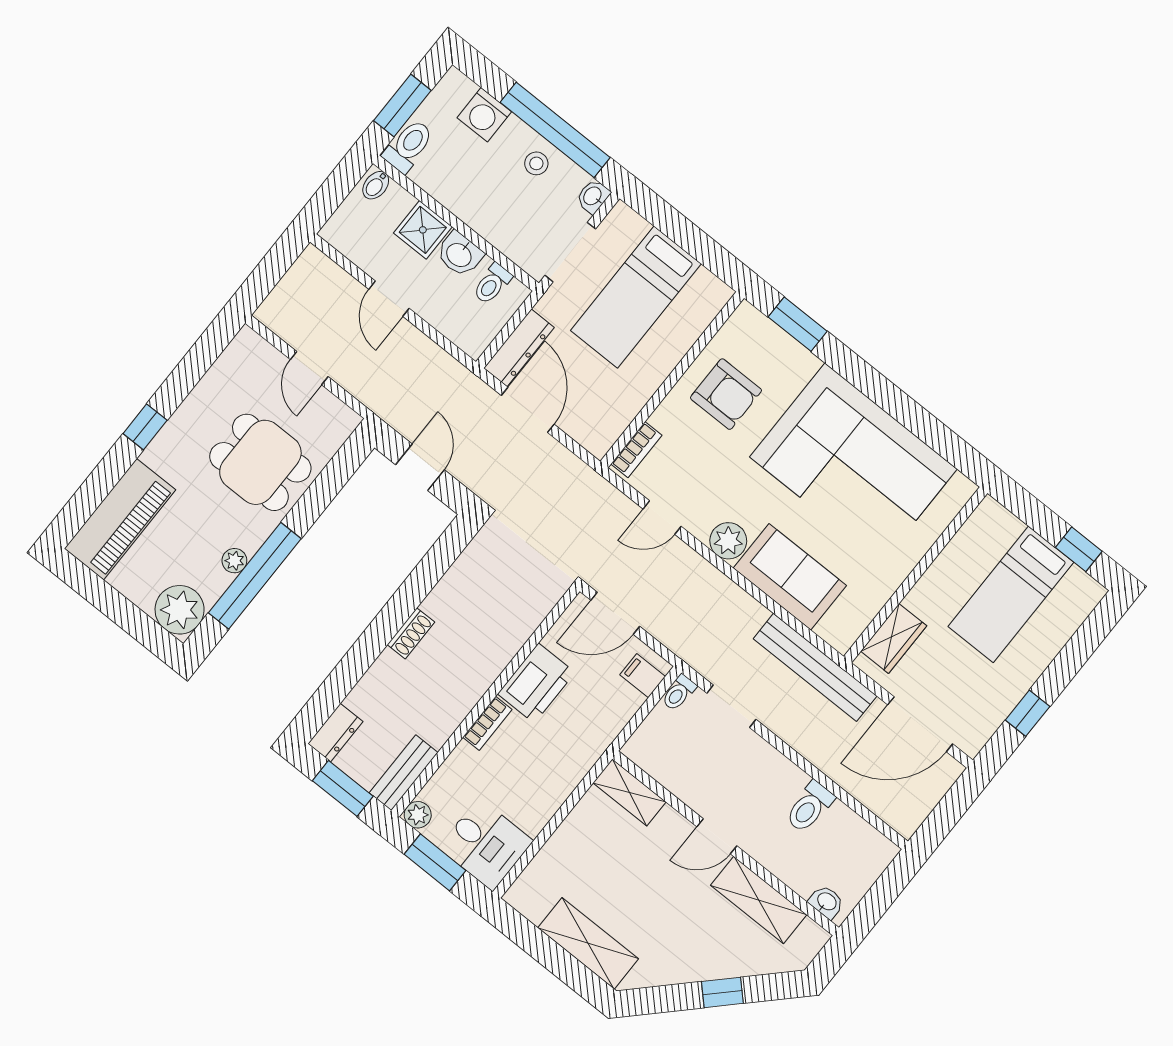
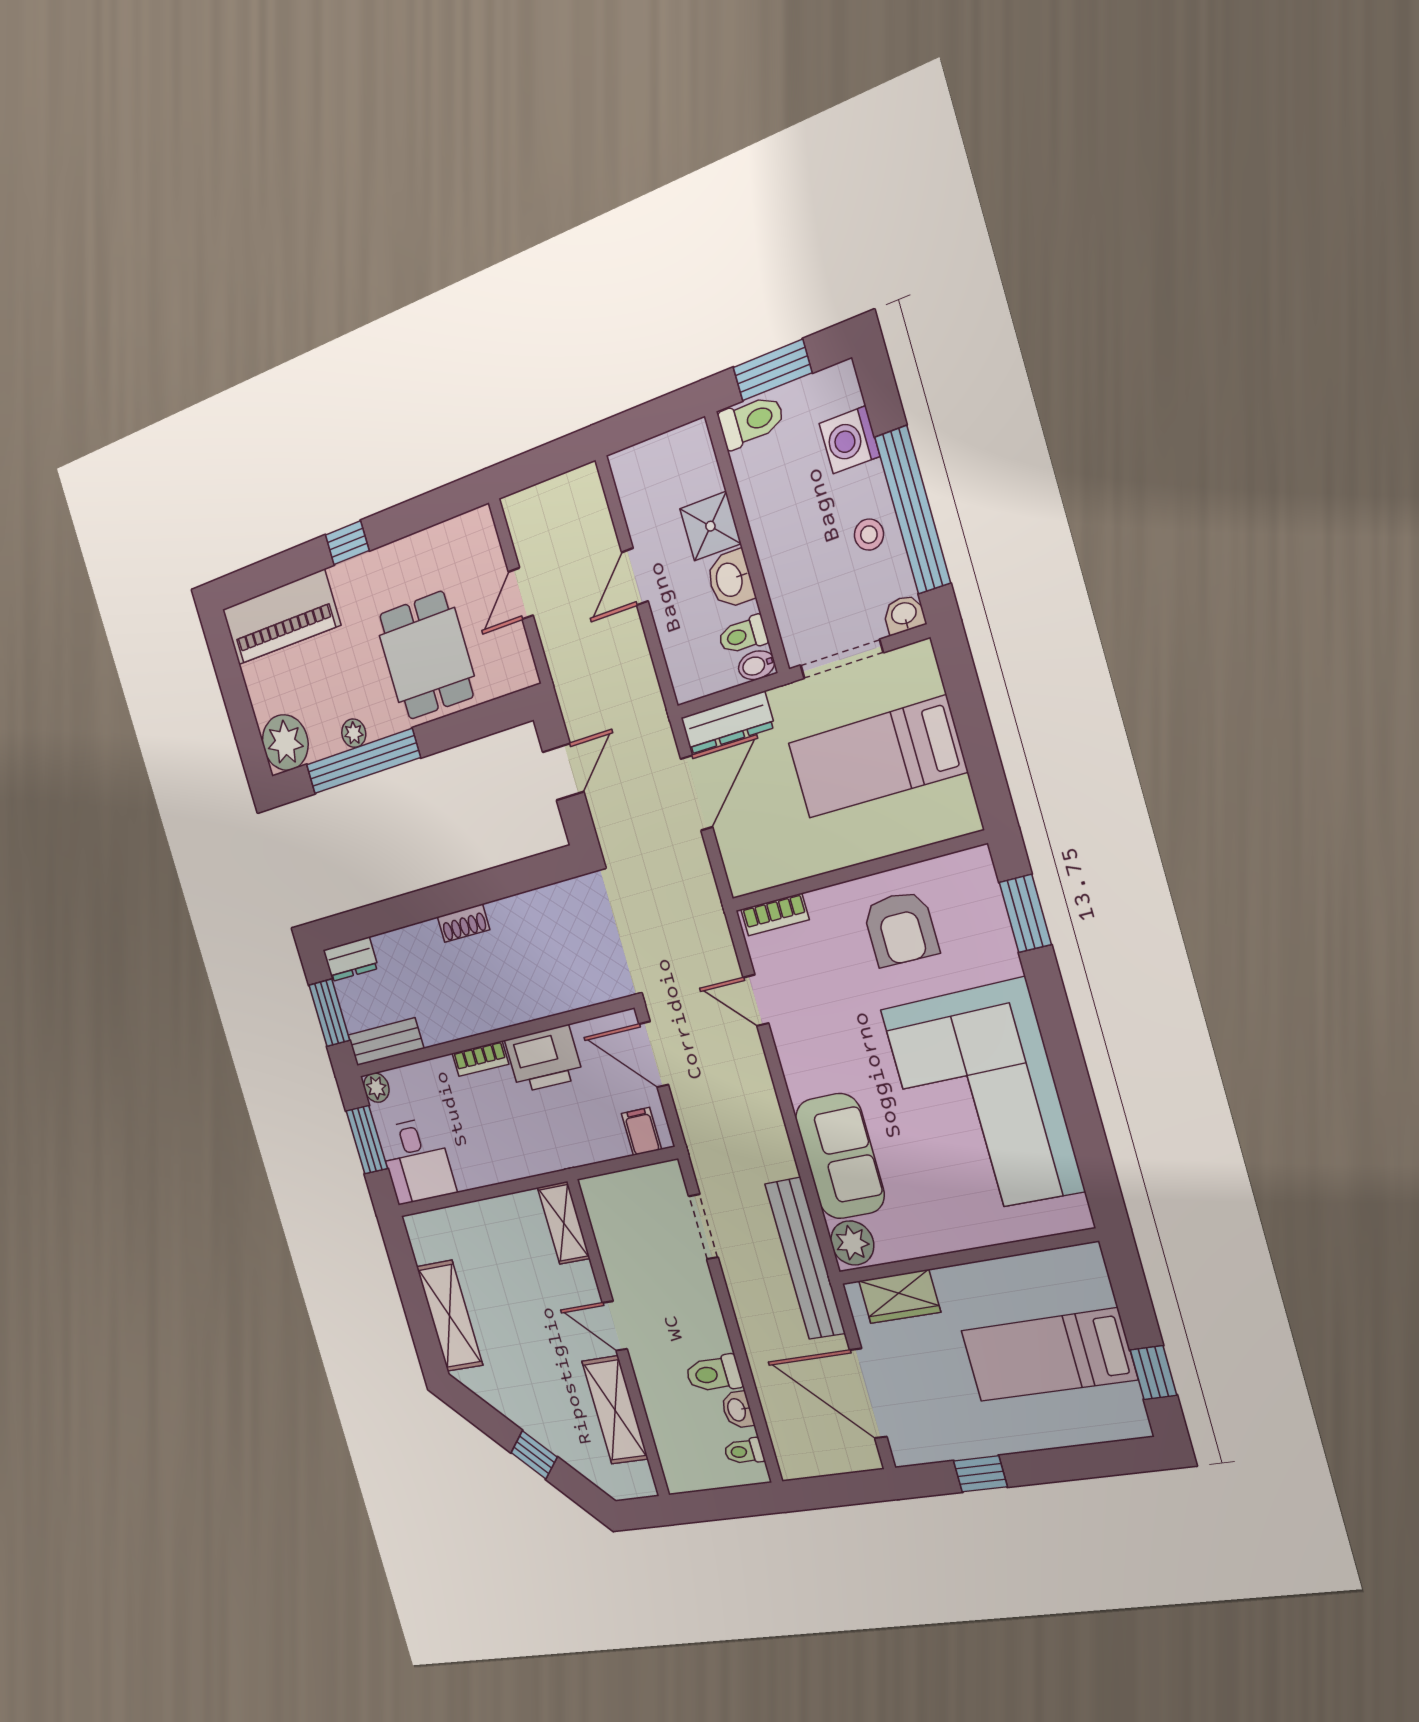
bidet: (376, 185) -> (757, 665), moved
plant: (728, 541) -> (852, 1243), moved
toilet: (679, 693) -> (744, 1451), moved
washbasin: (826, 902) -> (737, 1410), moved, turned 180

